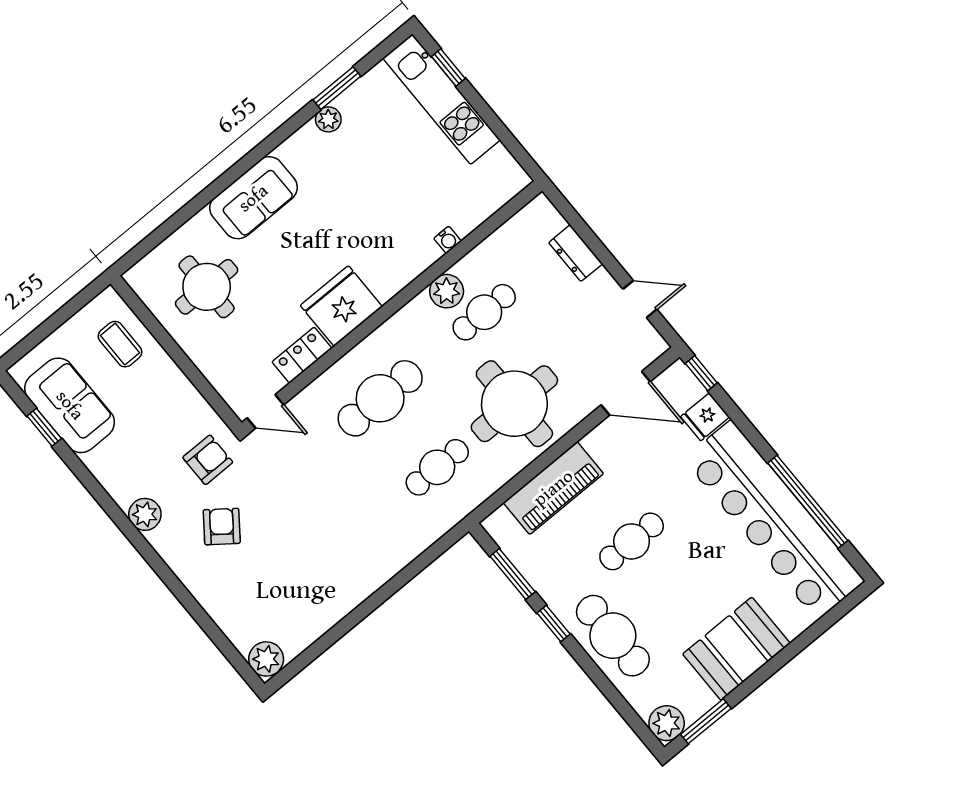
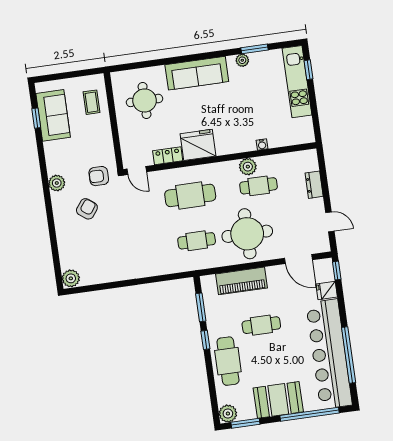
sofa: (253, 198) -> (197, 73), width x1.36
armchair: (208, 460) -> (99, 176), turned 180
window: (803, 641) -> (310, 414), added

